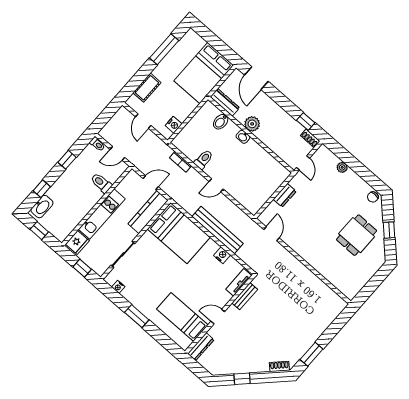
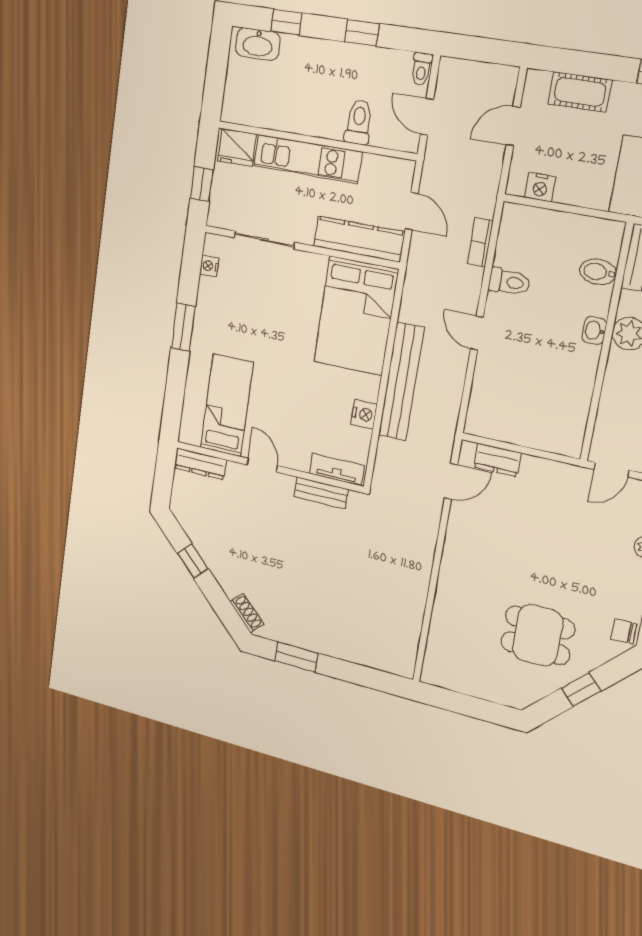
dresser: (285, 195) -> (497, 460), moved
window: (39, 231) -> (217, 68), removed

